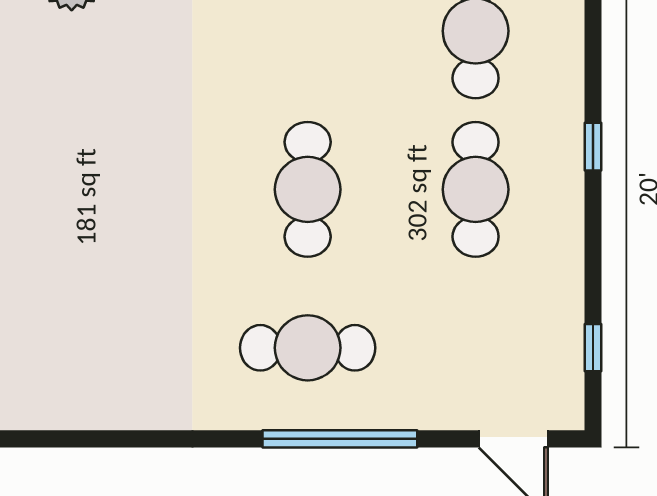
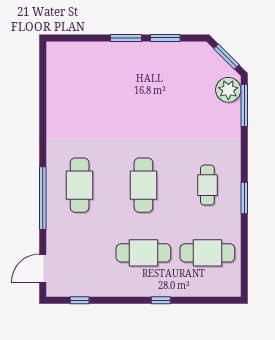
cafe table: (308, 31) -> (207, 185), added
cafe table: (308, 189) -> (143, 185), turned 90

